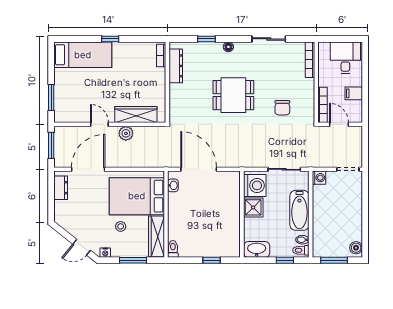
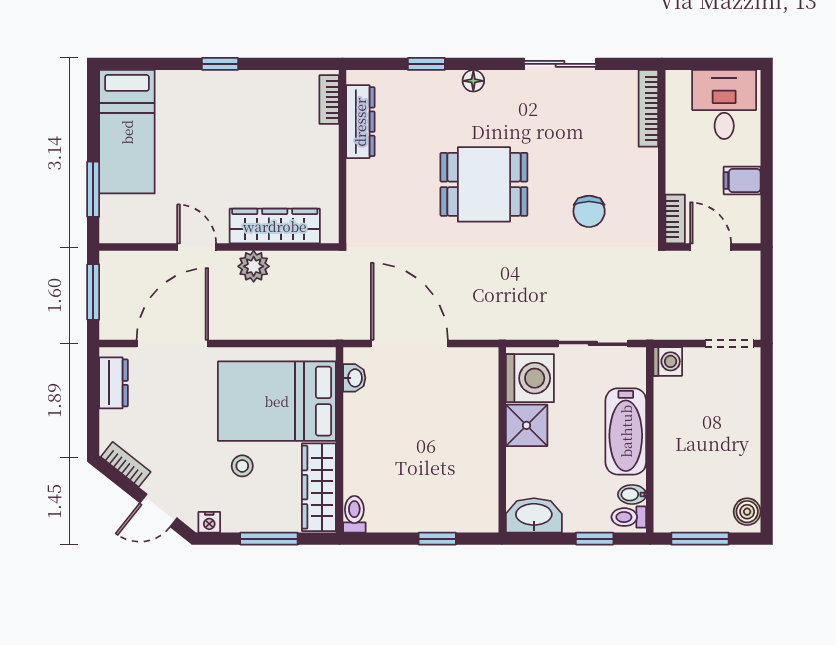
bed: (83, 55) -> (127, 132), moved, turned 90
bookcase: (322, 105) -> (675, 219), width x0.64
bookcase: (66, 226) -> (126, 464), added

